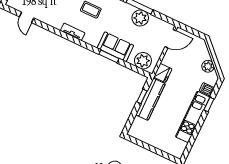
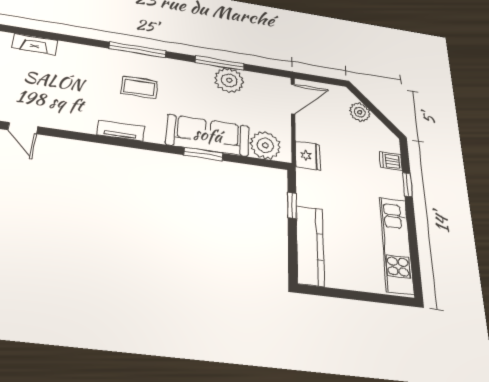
sofa: (115, 47) -> (208, 135), width x1.36
plant: (208, 66) -> (360, 112), moved
kitchen counter: (151, 99) -> (310, 246), moved
kitchen unit: (193, 117) -> (396, 245), moved

